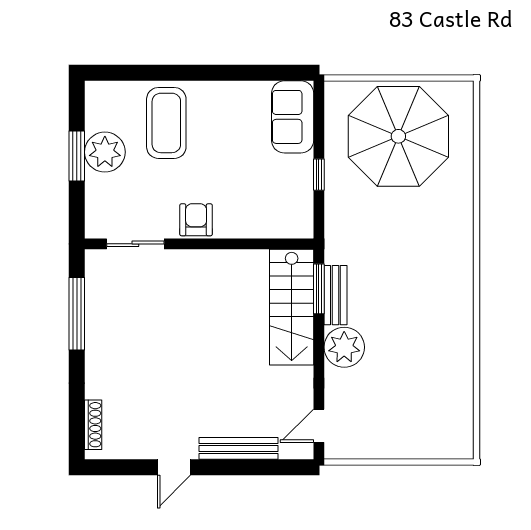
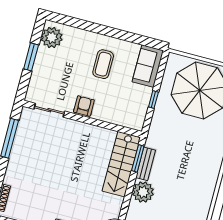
coffee table: (166, 123) -> (103, 64), moved, width x0.73, depth x0.76
plant: (105, 152) -> (52, 37), moved

